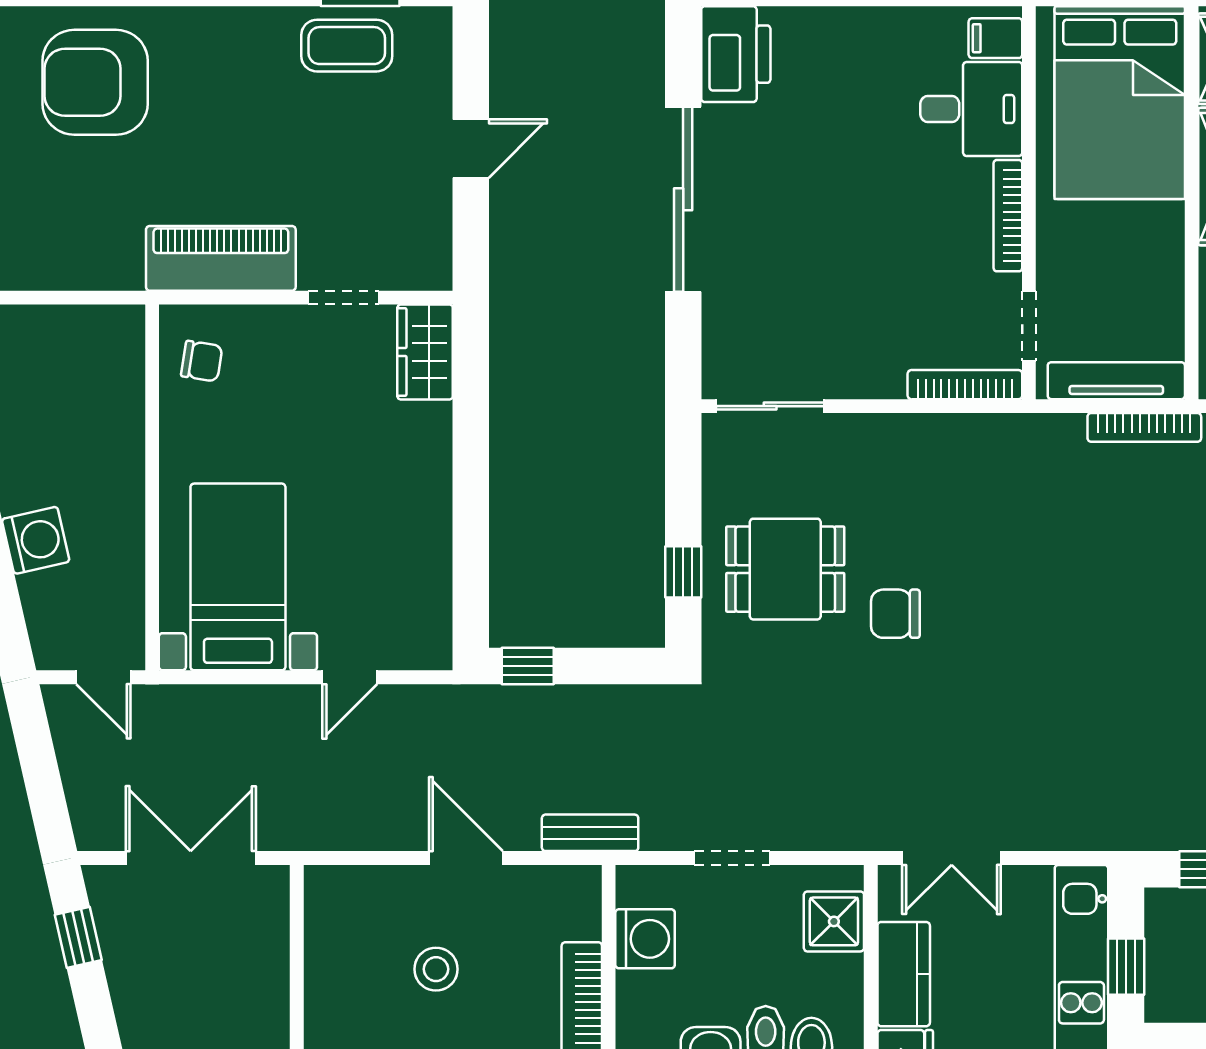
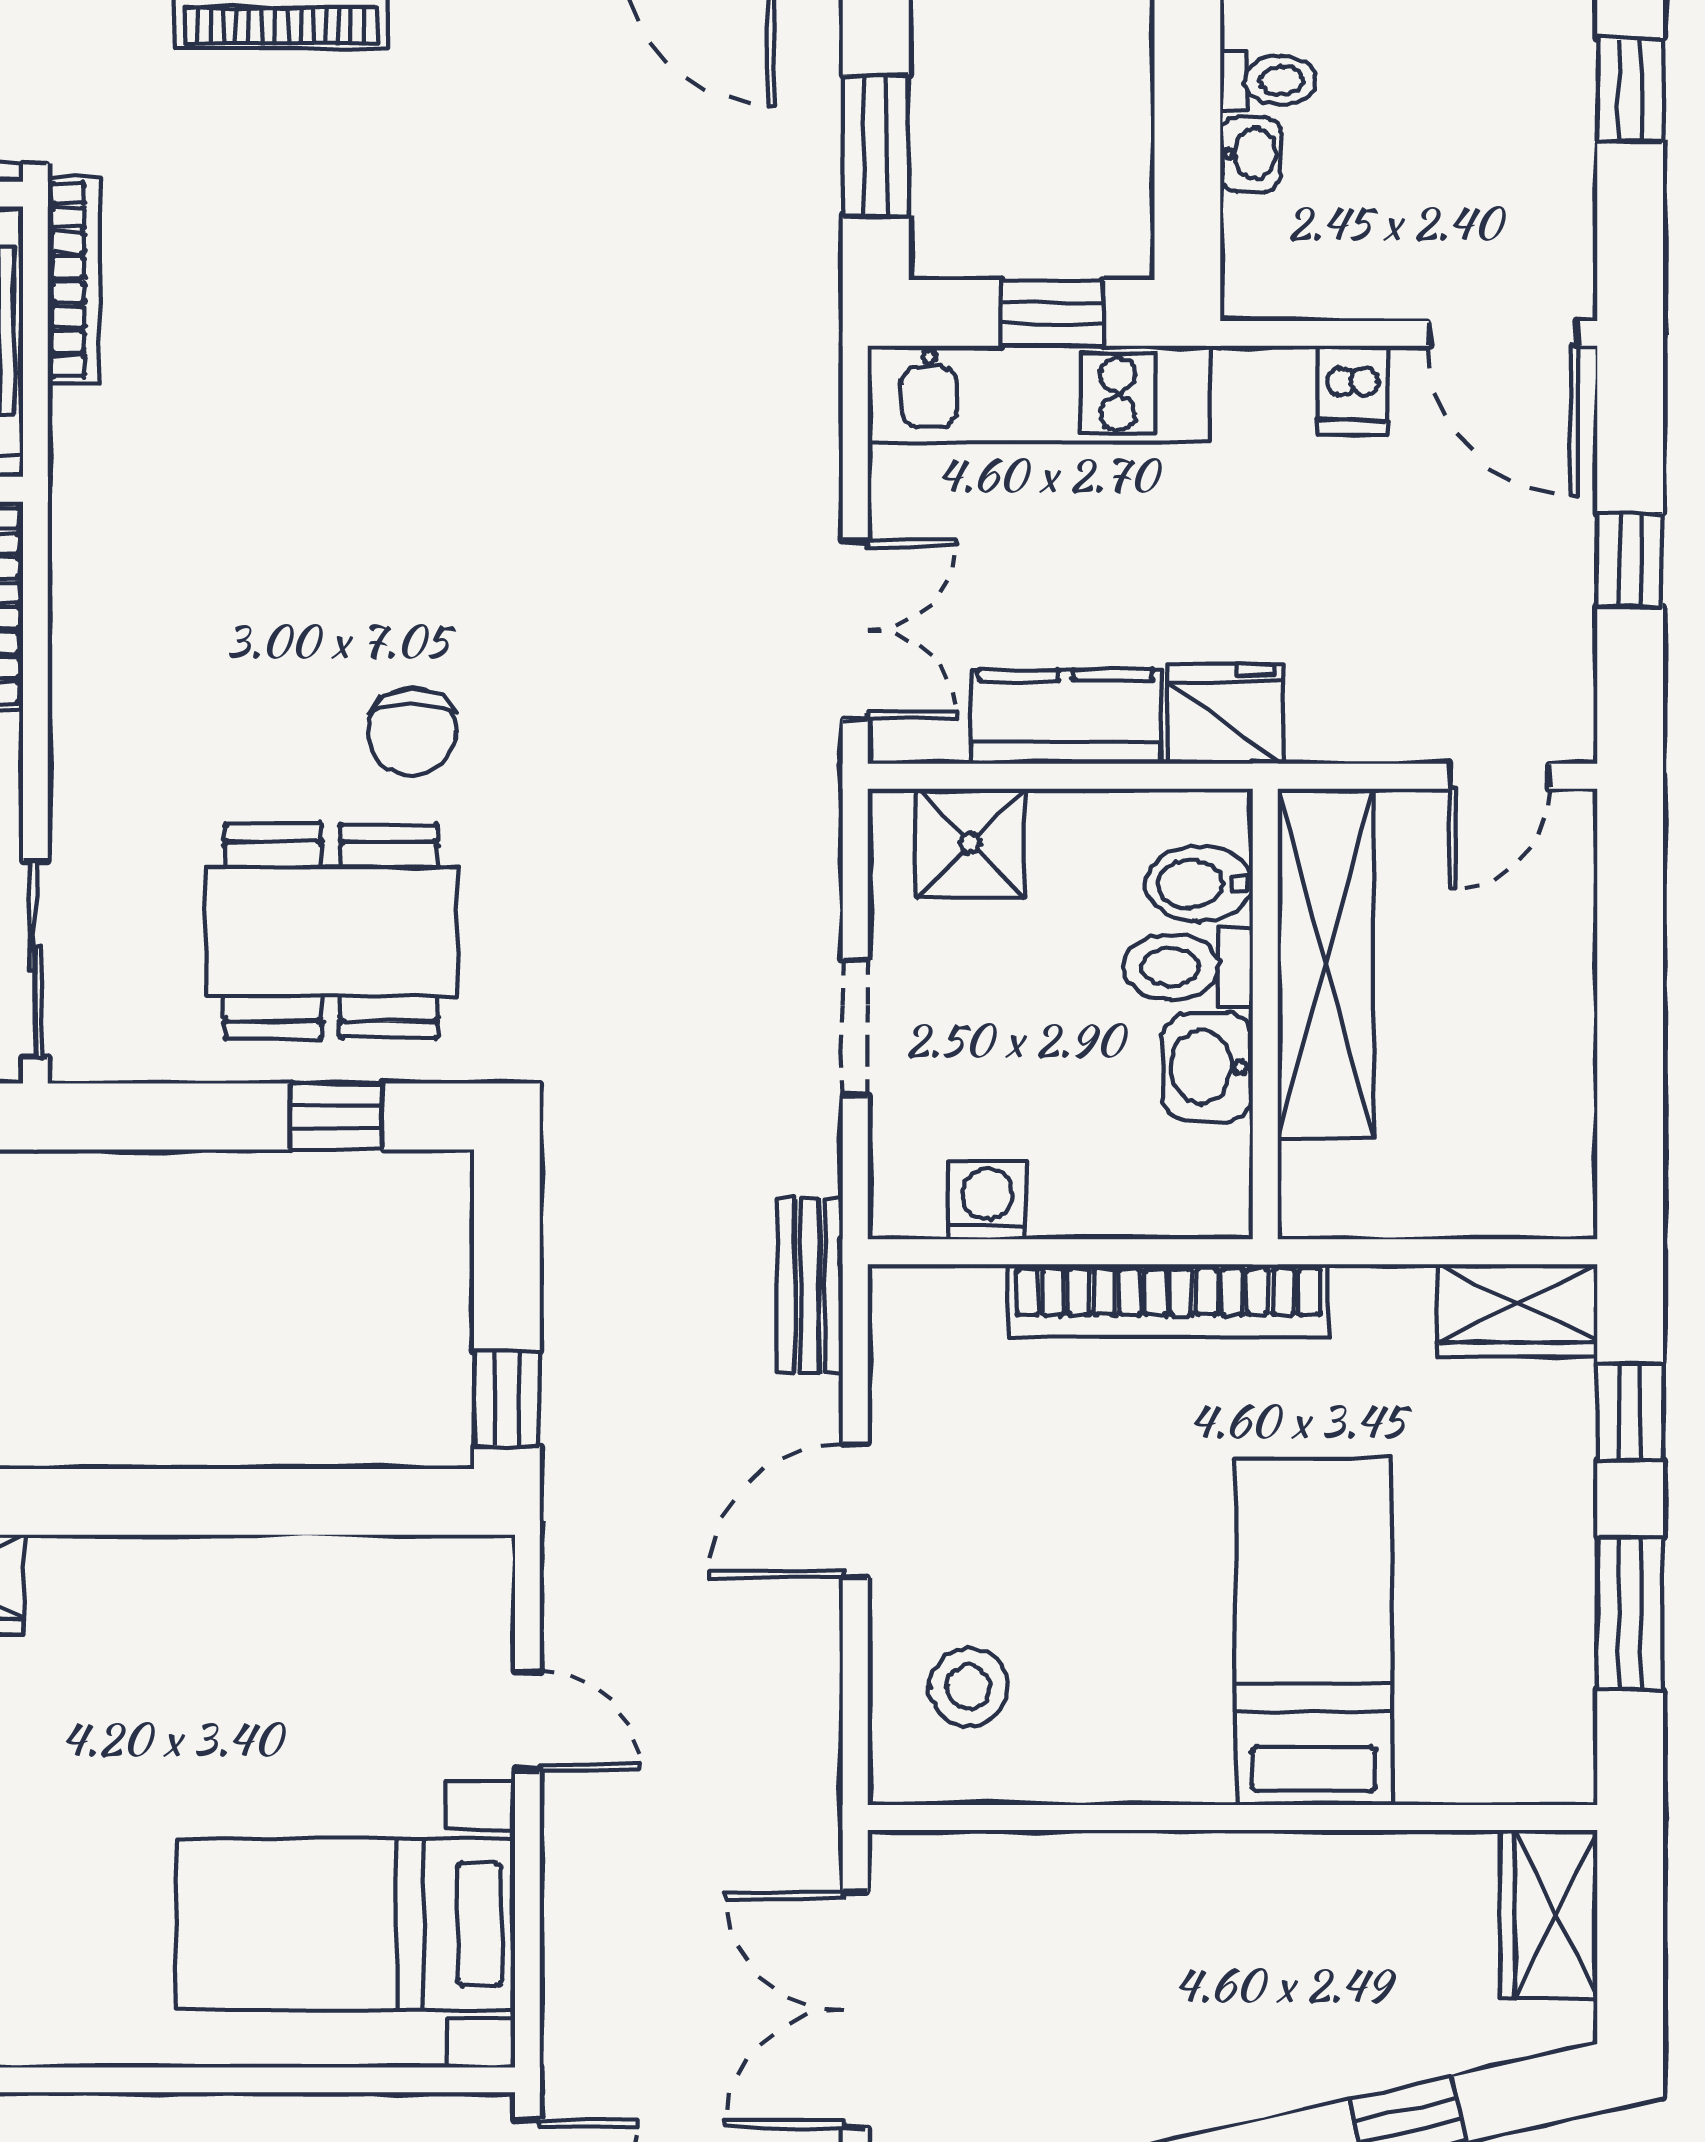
dining table: (785, 569) -> (331, 931), width x1.38
washing machine: (645, 939) -> (987, 1200), width x0.73, depth x0.73
stool: (436, 969) -> (969, 1687), moved

